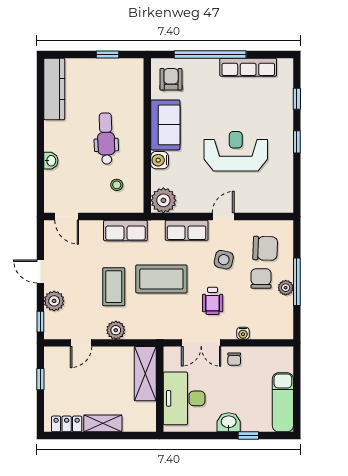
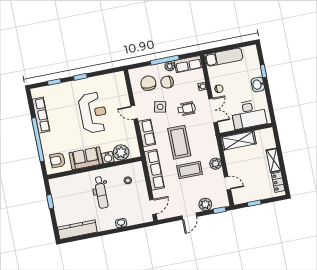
dental chair: (106, 139) -> (101, 192), turned -88
reception desk: (236, 151) -> (93, 113), turned 180
plant: (163, 200) -> (121, 152), moved
row of seats: (125, 230) -> (154, 170), width x1.48
row of seats: (283, 318) -> (188, 64), added
exam couch: (283, 402) -> (224, 57), moved

